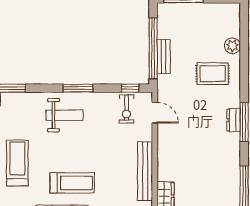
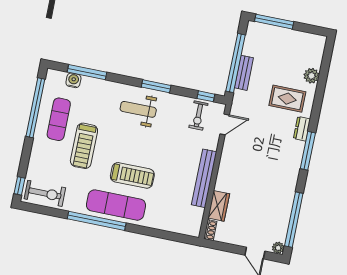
door: (155, 113) -> (225, 124), hinge flipped
weight bench: (65, 115) -> (138, 109), turned 180
dresser: (234, 120) -> (302, 129), moved
treadmill: (17, 163) -> (84, 146), turned 180

